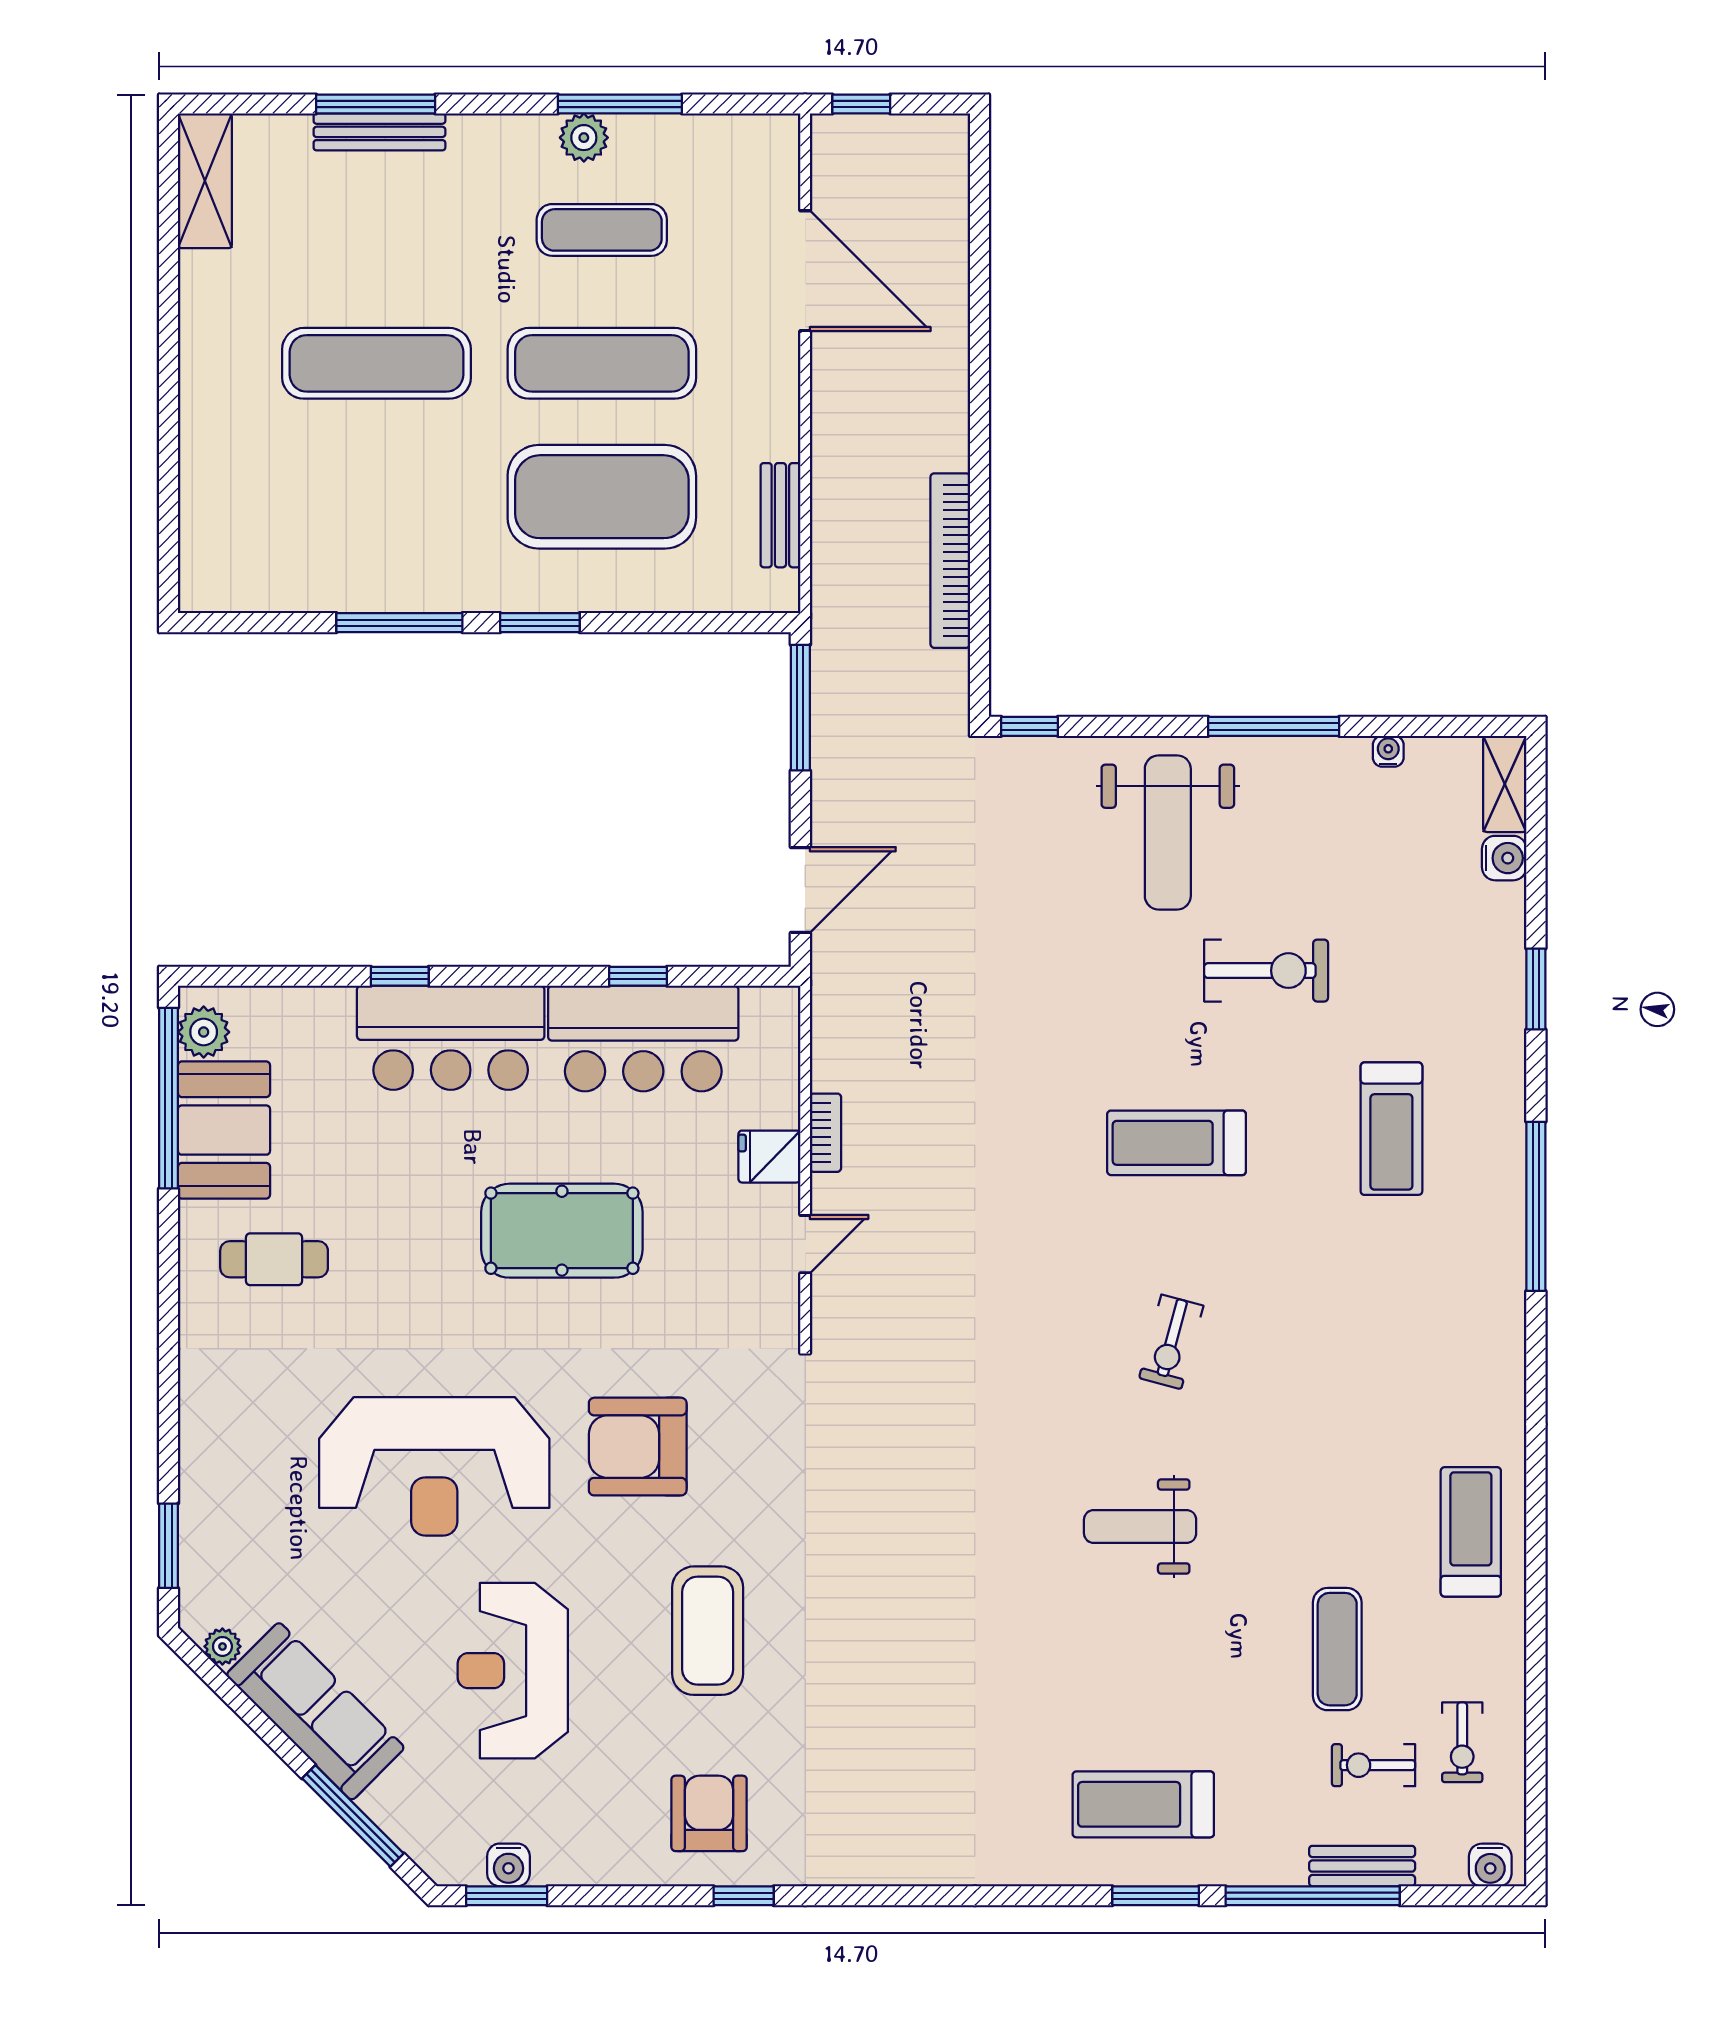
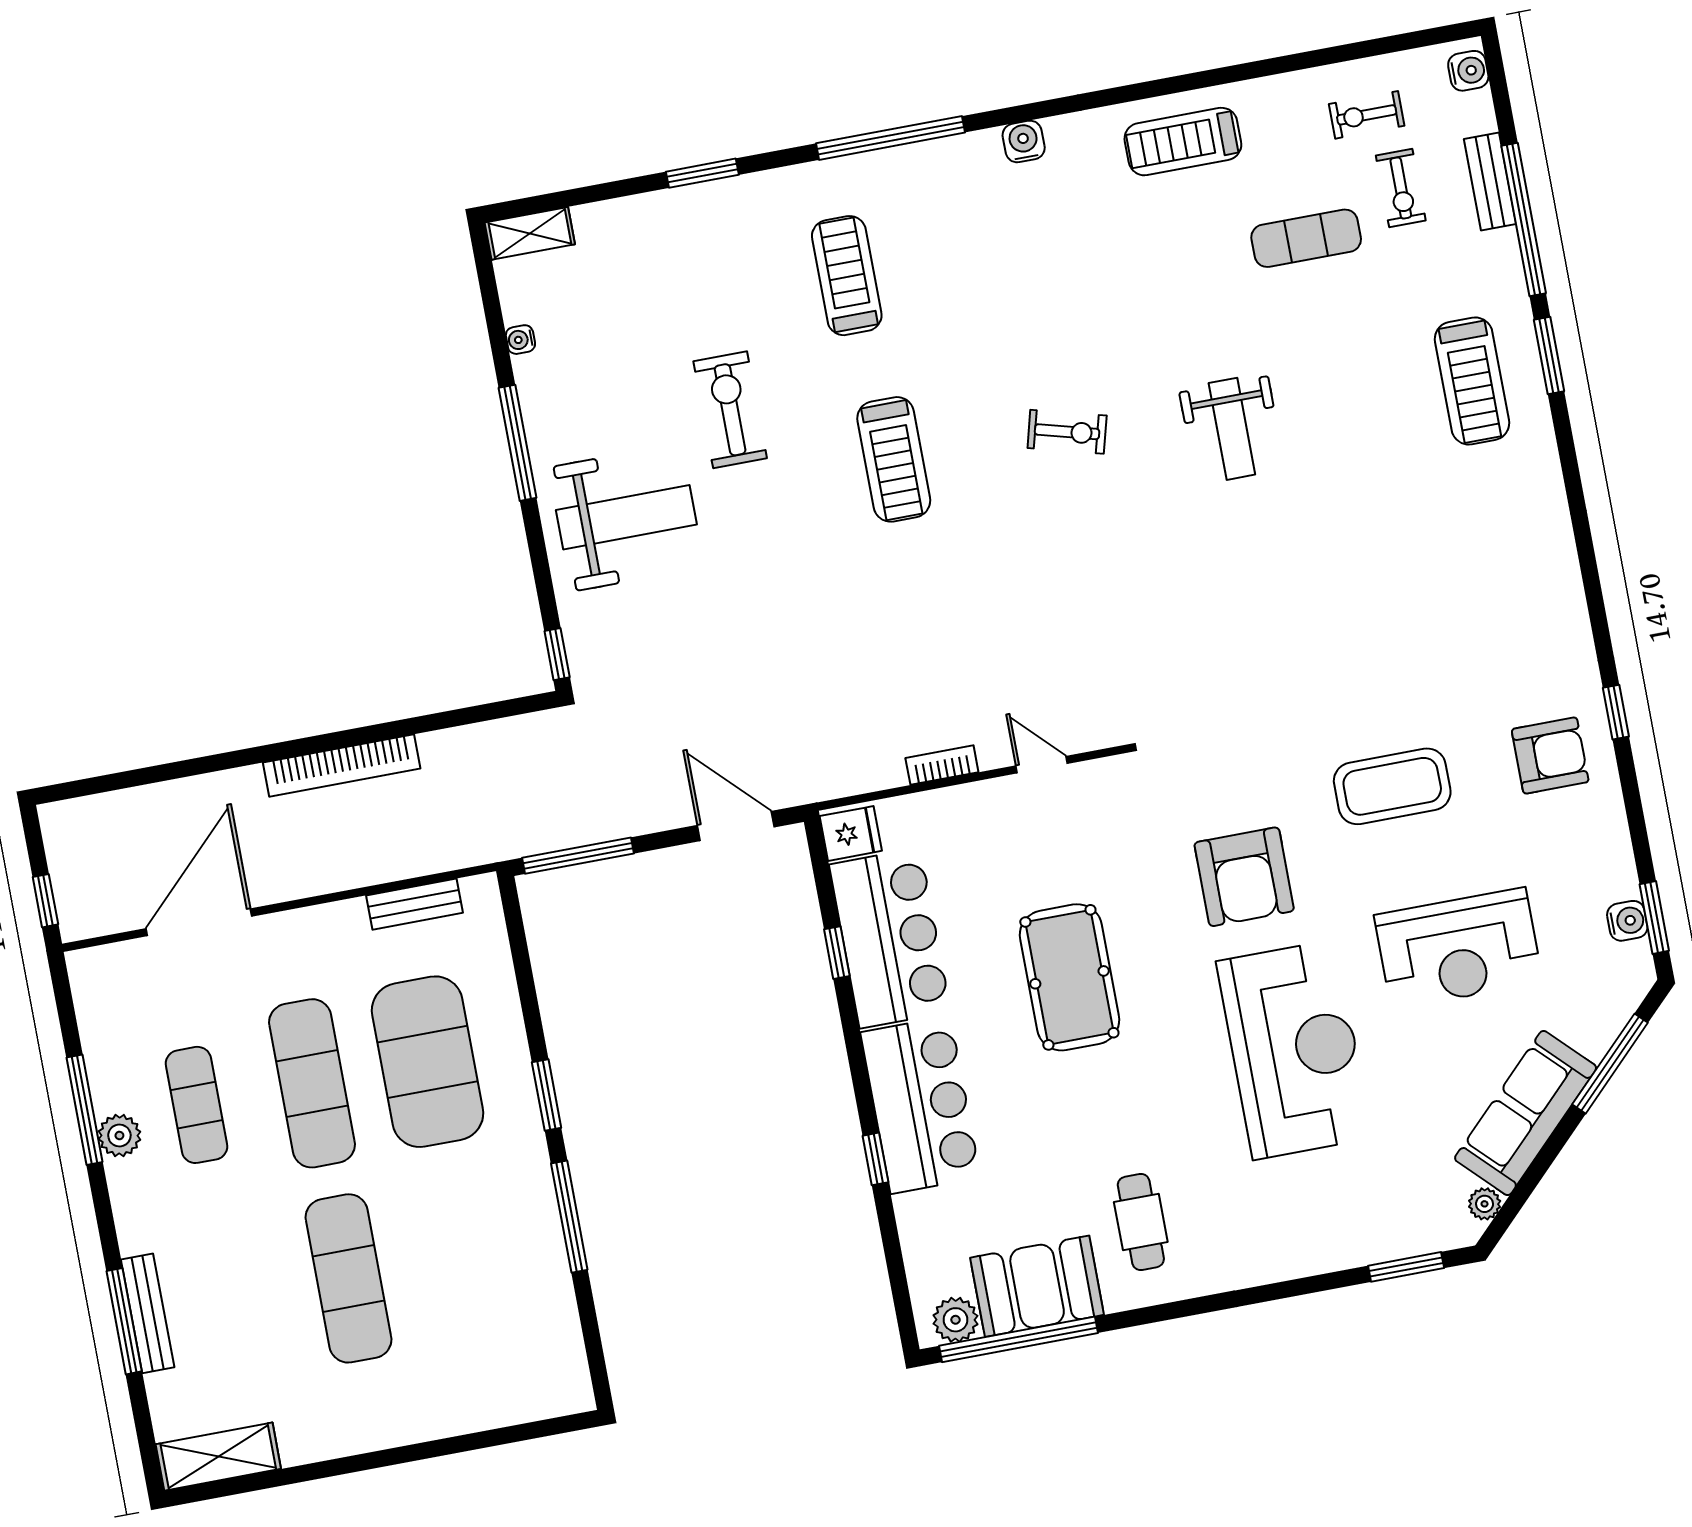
bookcase: (950, 561) -> (342, 766), moved
water cooler: (1504, 858) -> (1024, 141), moved
treadmill: (1391, 1129) -> (847, 276), turned -90
fridge: (769, 1157) -> (851, 833), moved, turned -90
exercise bike: (1462, 1742) -> (1367, 115), turned 180
armchair: (709, 1813) -> (1550, 756), turned 180

